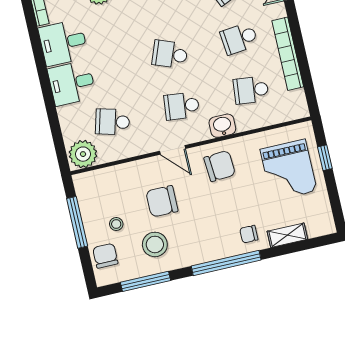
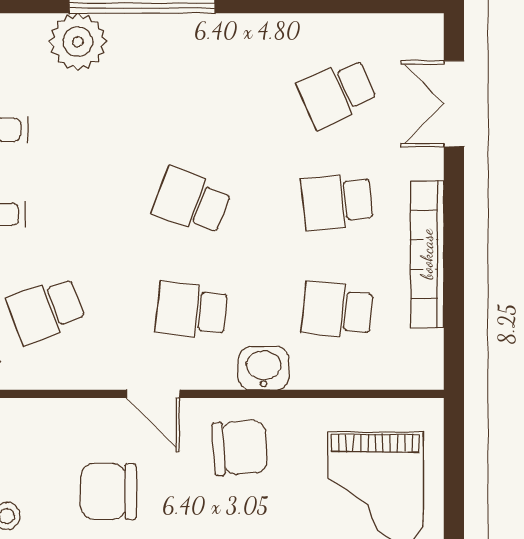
school desk: (112, 122) -> (46, 310), turned -36
window: (325, 158) -> (454, 479), removed

